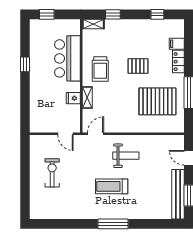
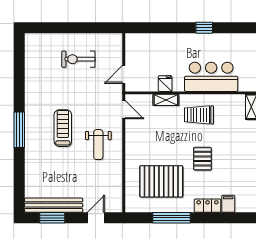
pallet: (157, 101) -> (161, 181), turned 90
exercise bike: (52, 173) -> (78, 59), turned 180

